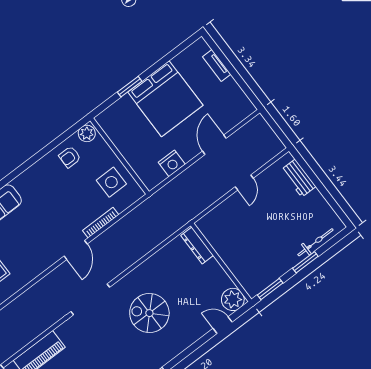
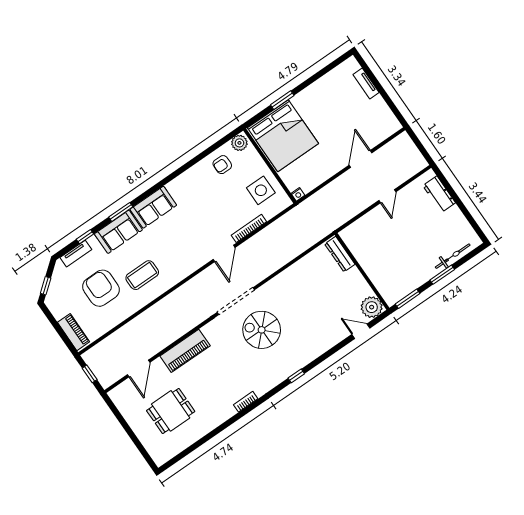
bed: (165, 99) -> (283, 136), moved
nightstand: (172, 163) -> (298, 194), moved, width x0.53, depth x0.56
spiral stairs: (149, 313) -> (262, 330), moved

